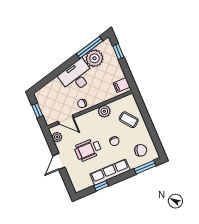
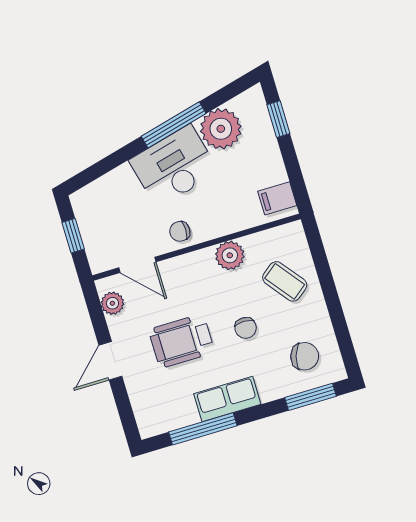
window: (90, 47) -> (174, 125), moved
row of seats: (110, 172) -> (227, 399), width x0.68
window: (101, 186) -> (203, 429), width x2.17

